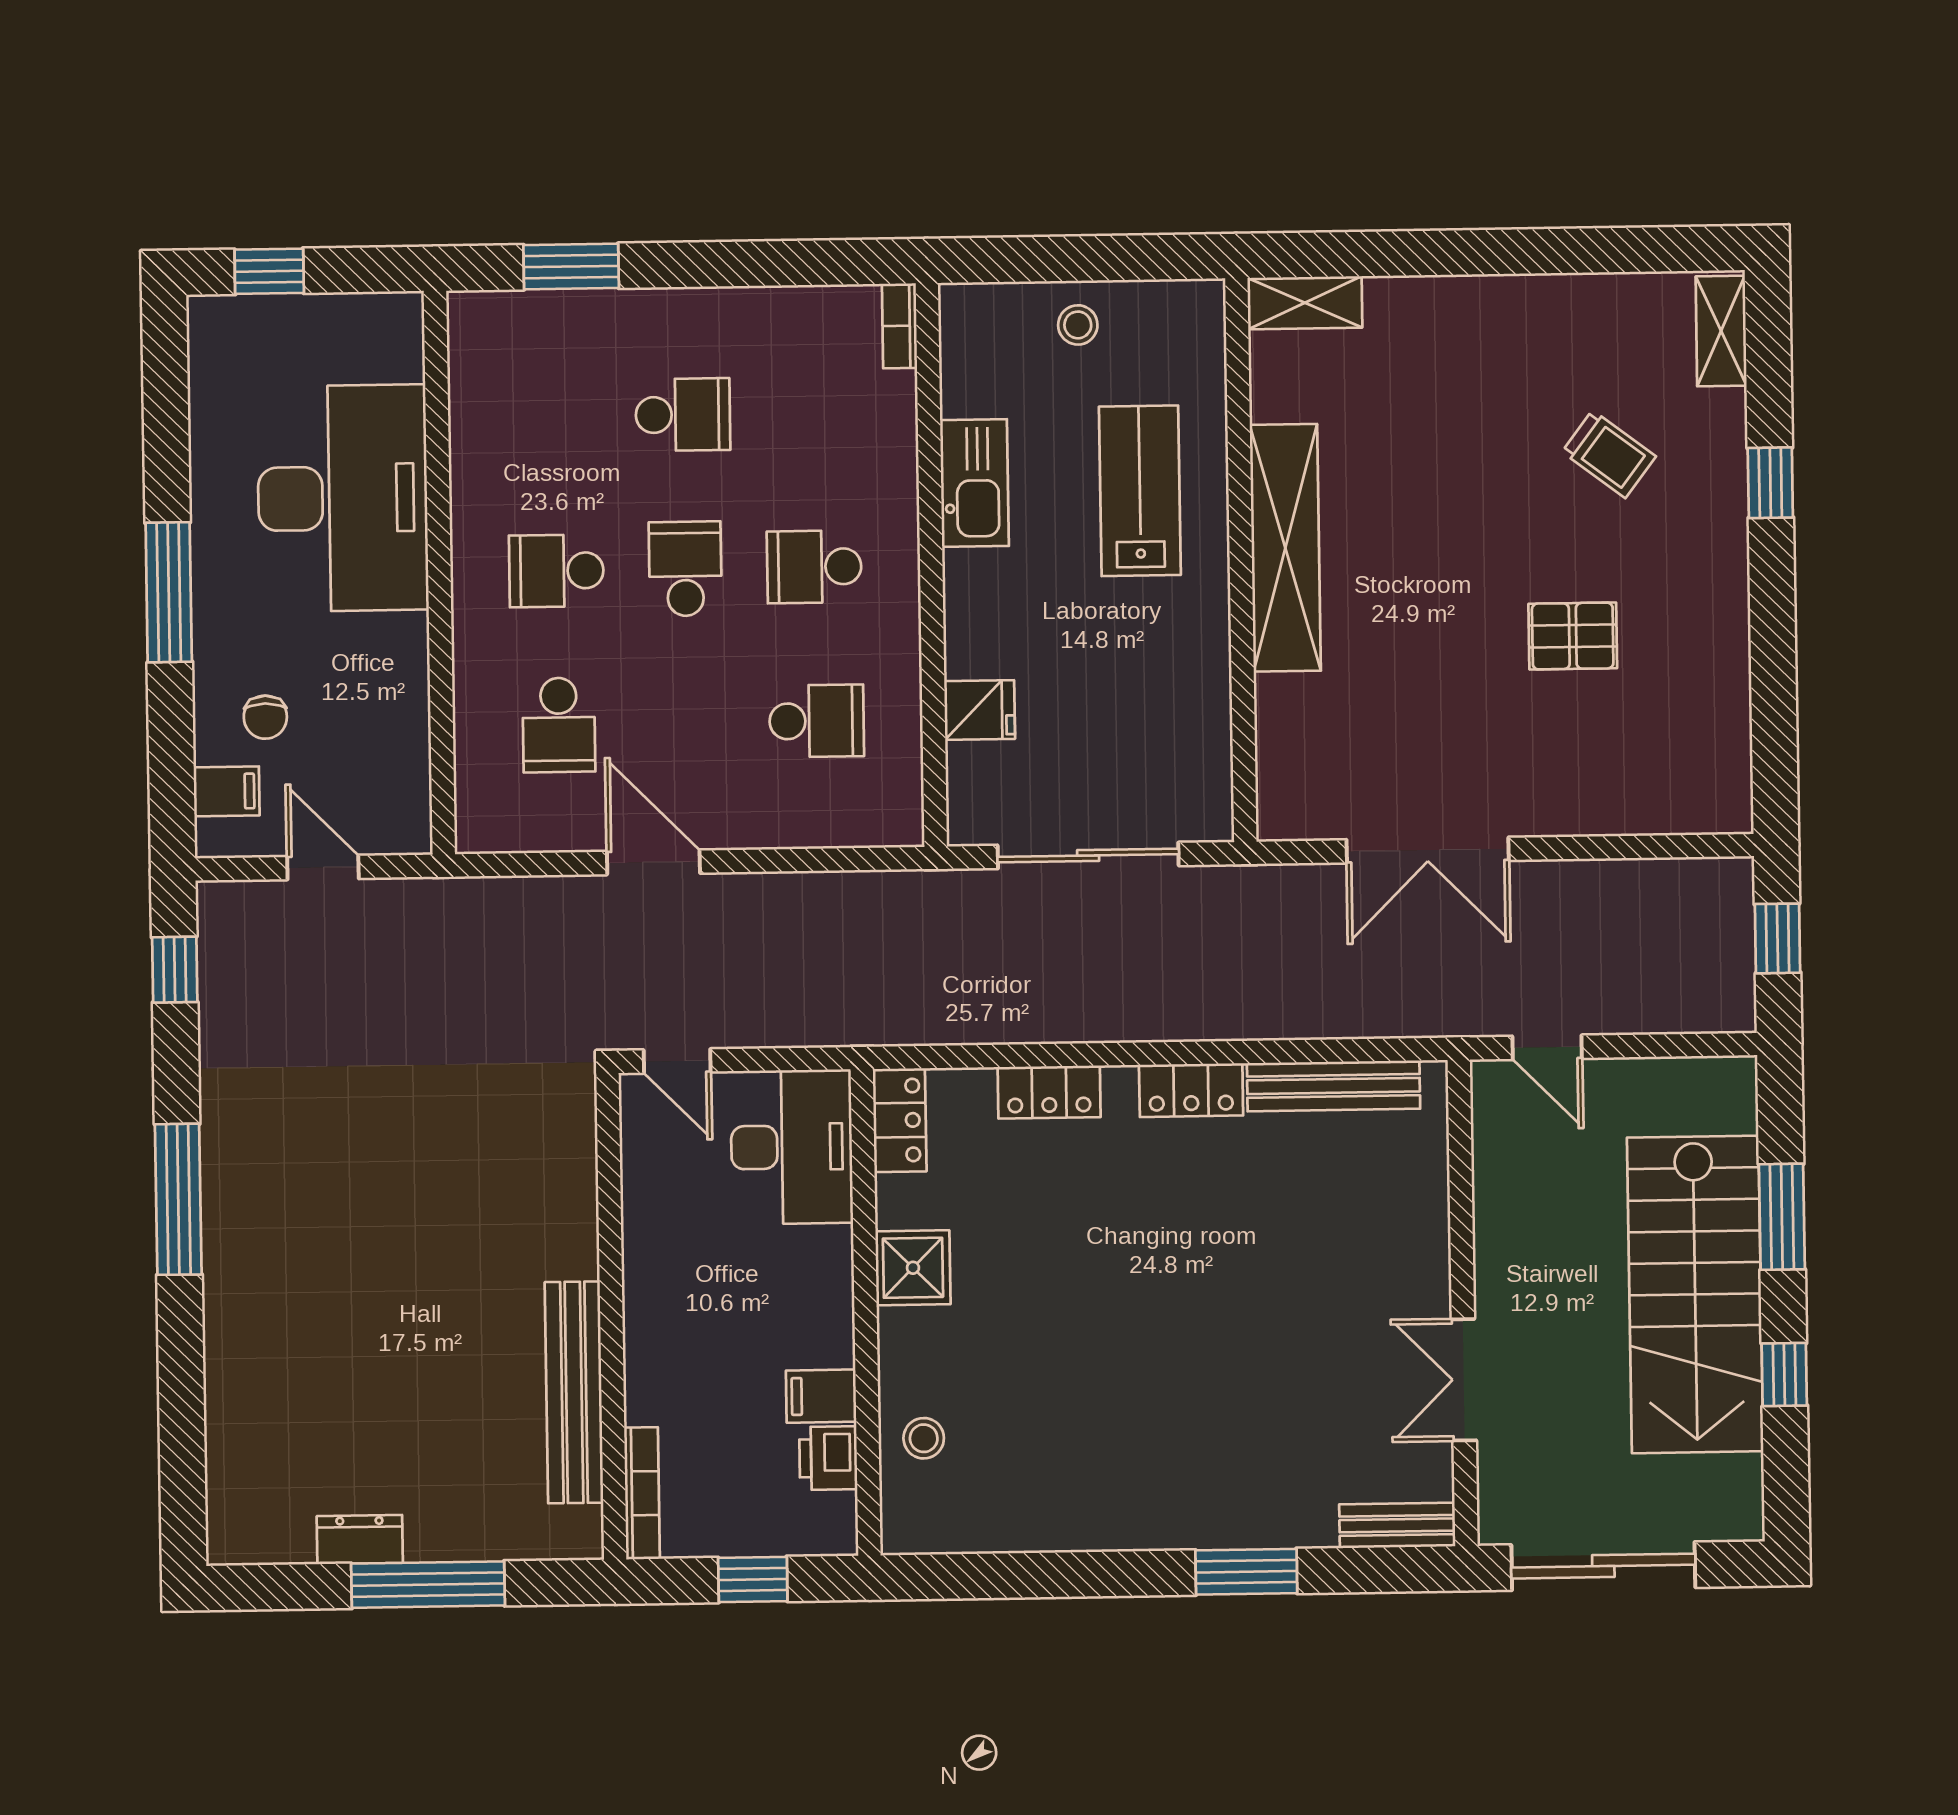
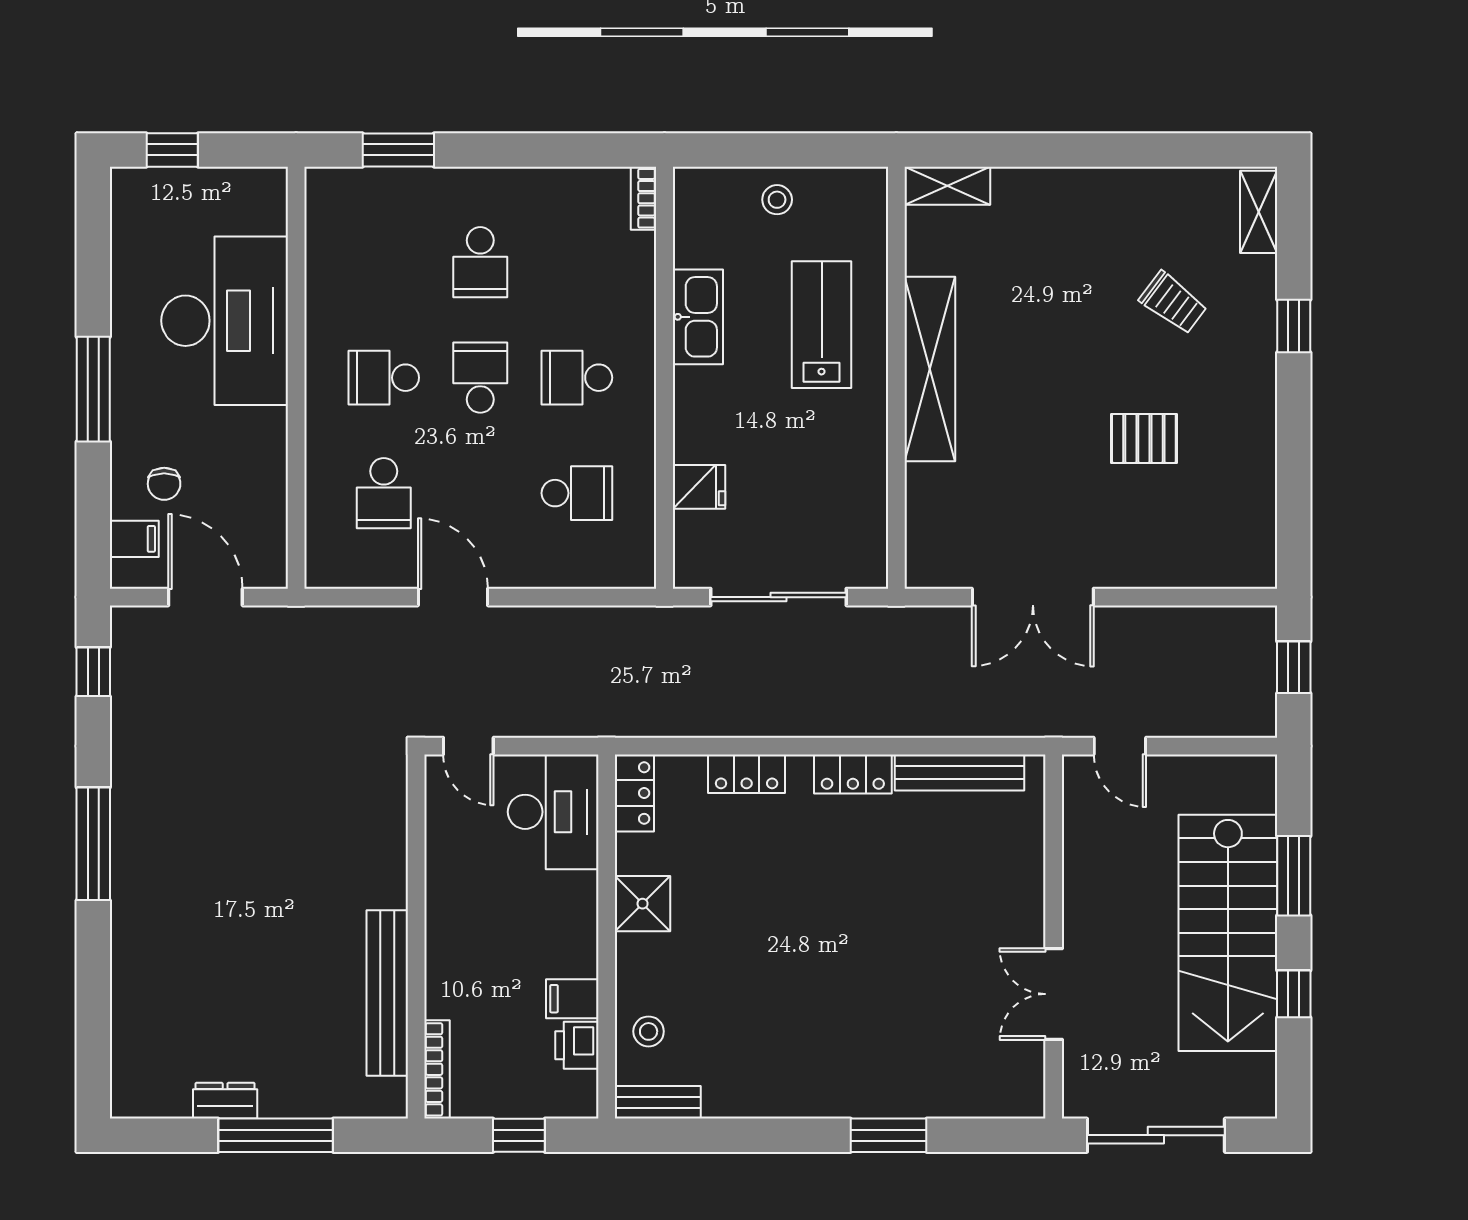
school desk: (683, 415) -> (480, 262), turned 90
door: (323, 867) -> (205, 597), width x1.38
bench: (1397, 1525) -> (658, 1102), moved

